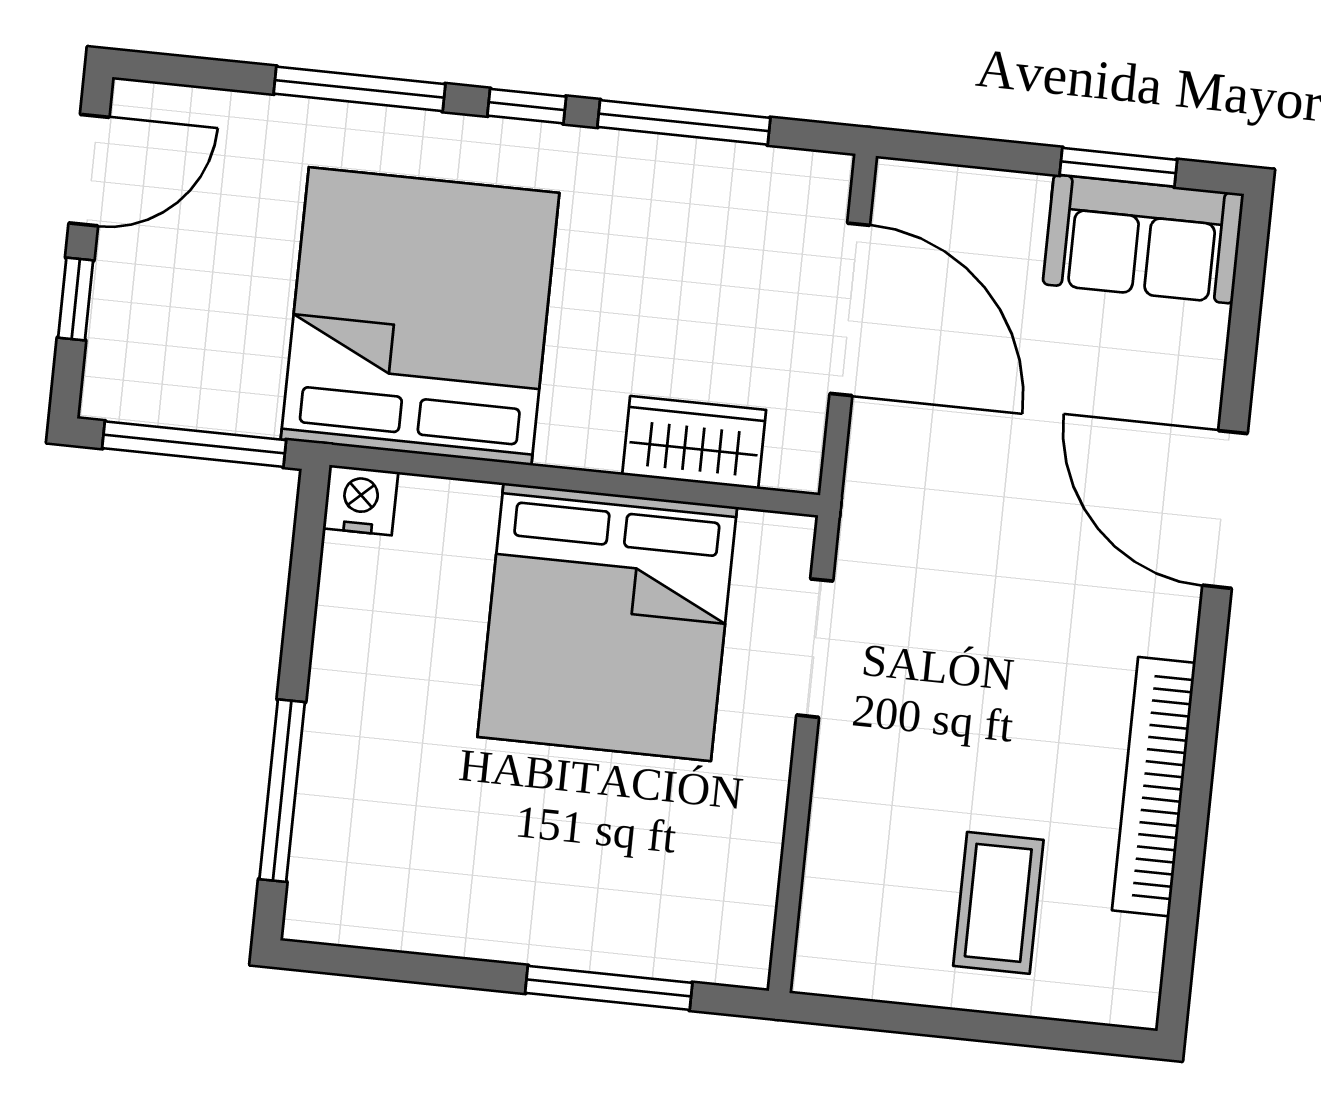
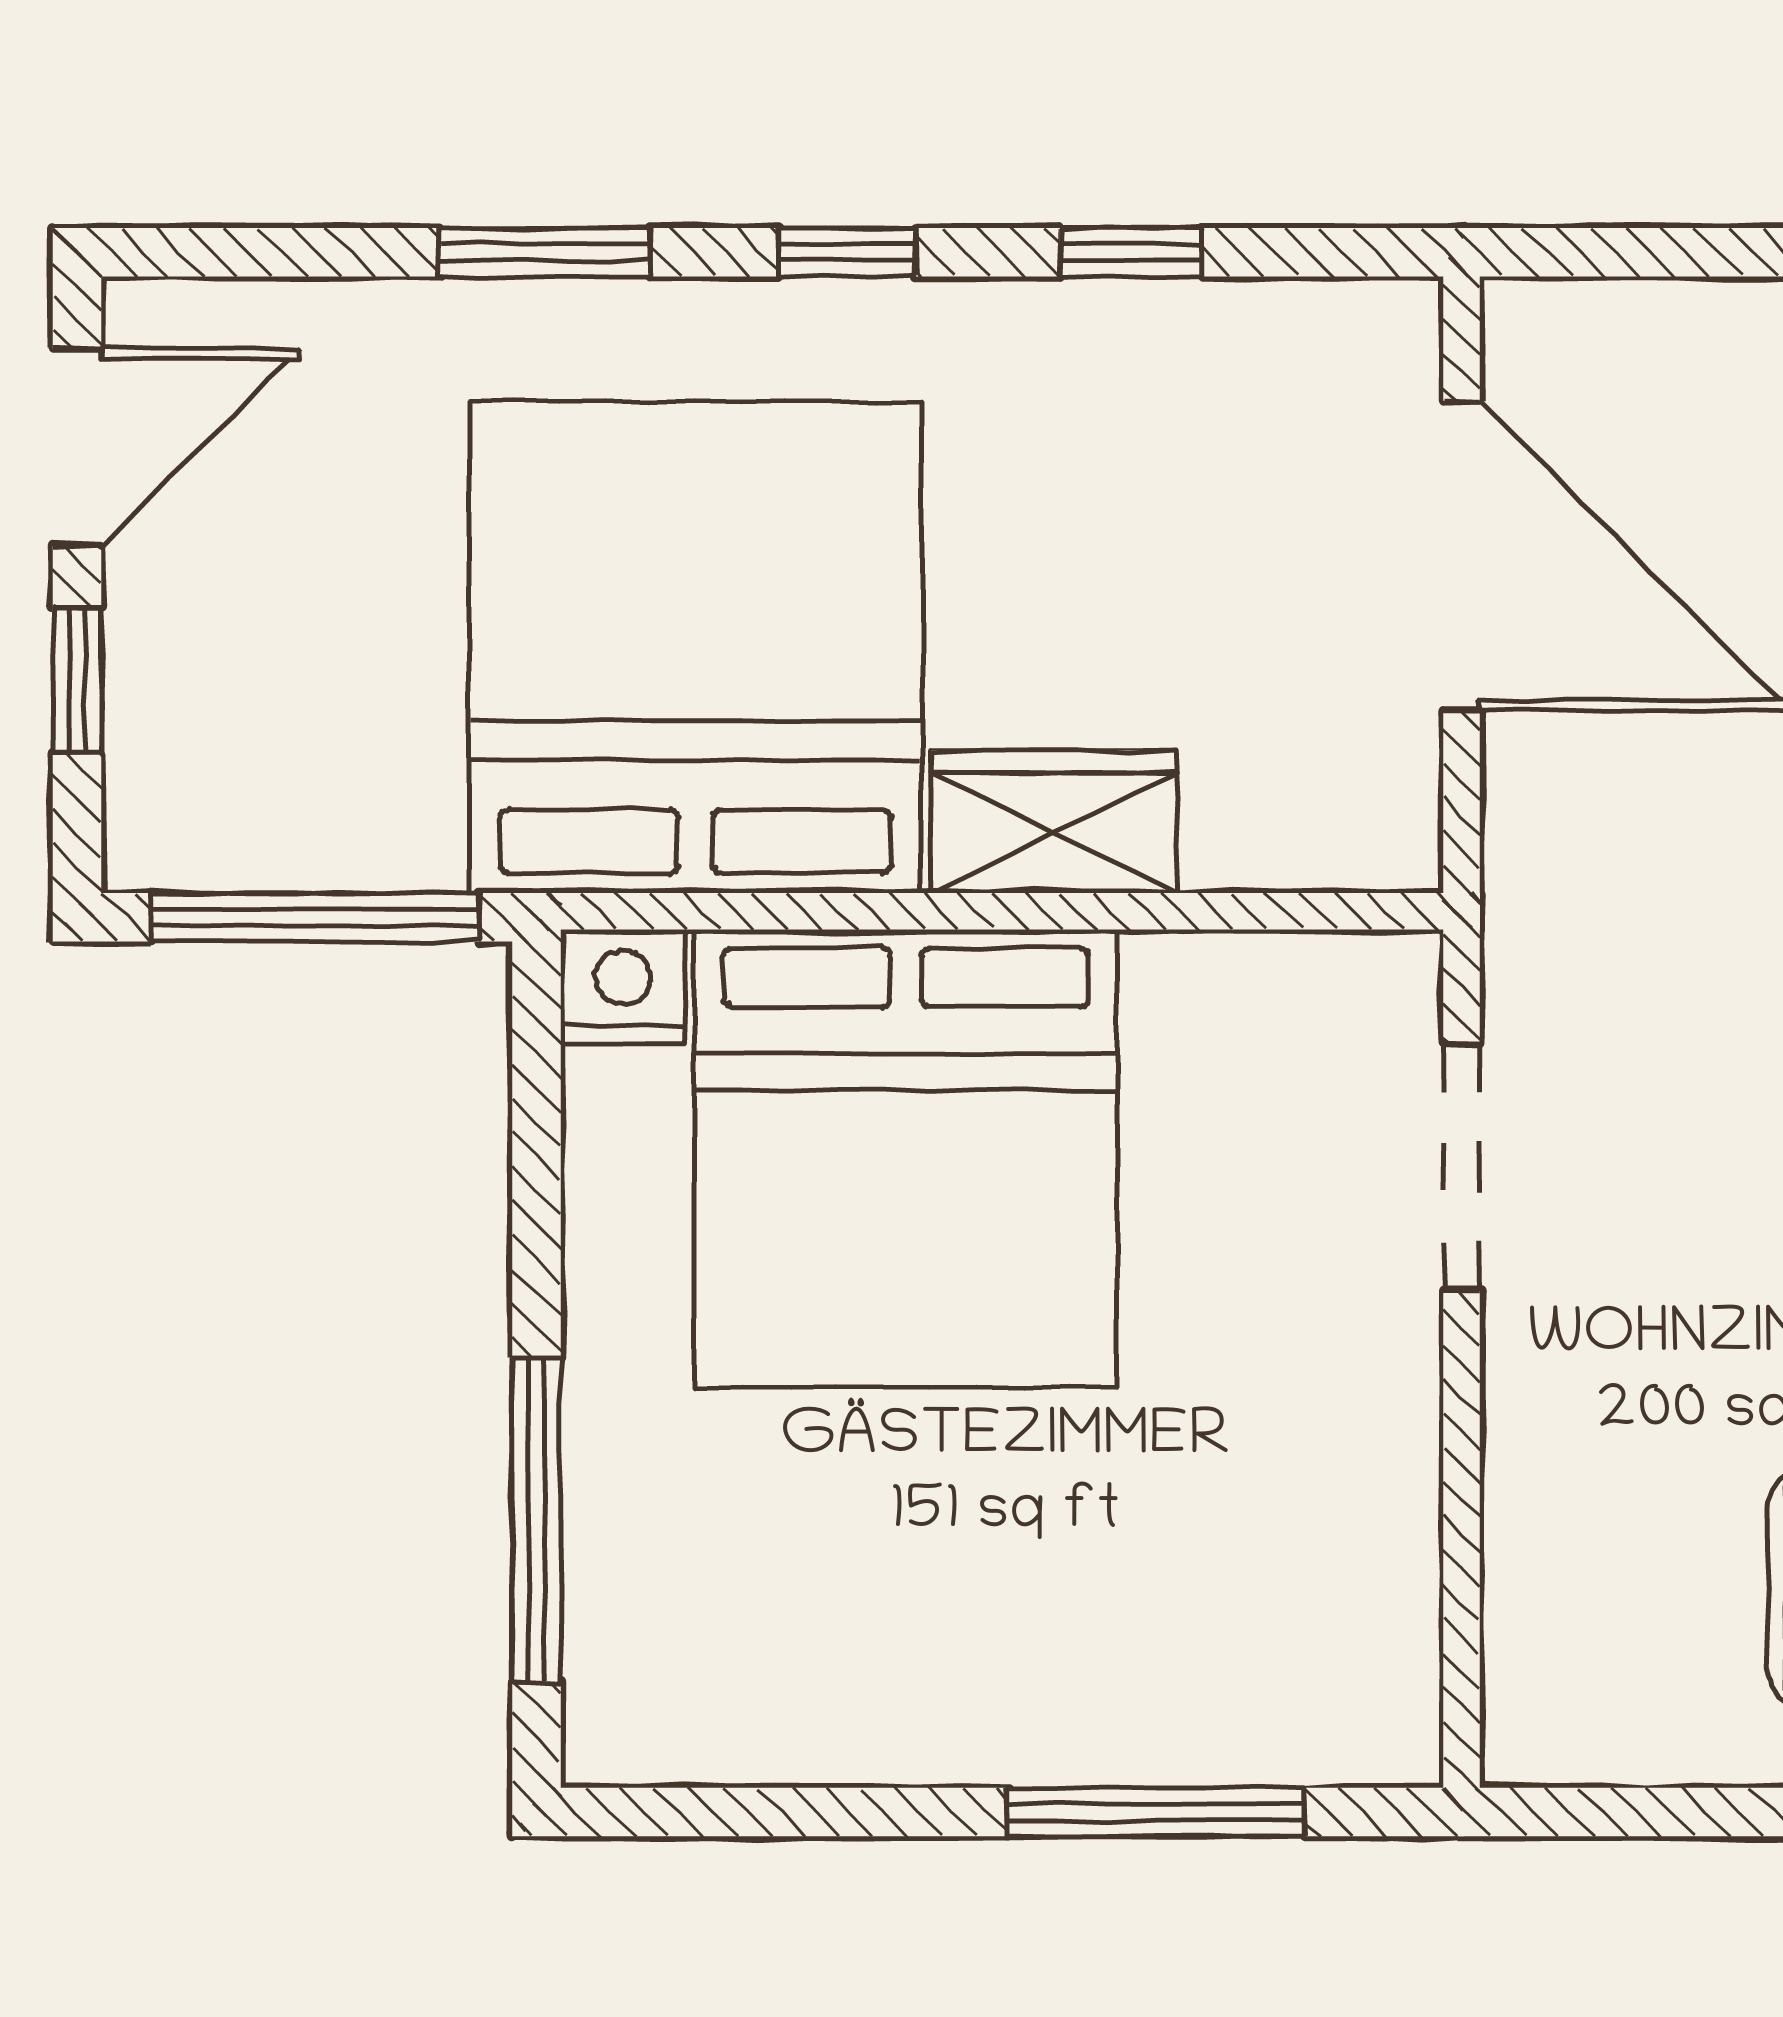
window: (359, 89) -> (545, 252), width x0.69
window: (684, 122) -> (1131, 252), width x0.46
wardrobe: (694, 442) -> (1054, 822), moved
bed: (607, 622) -> (906, 1159), moved

